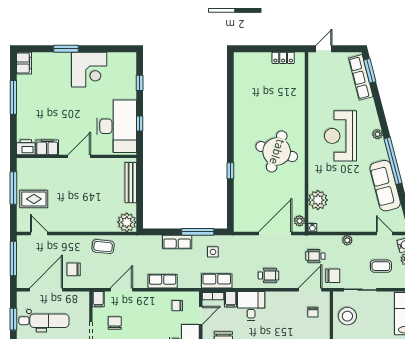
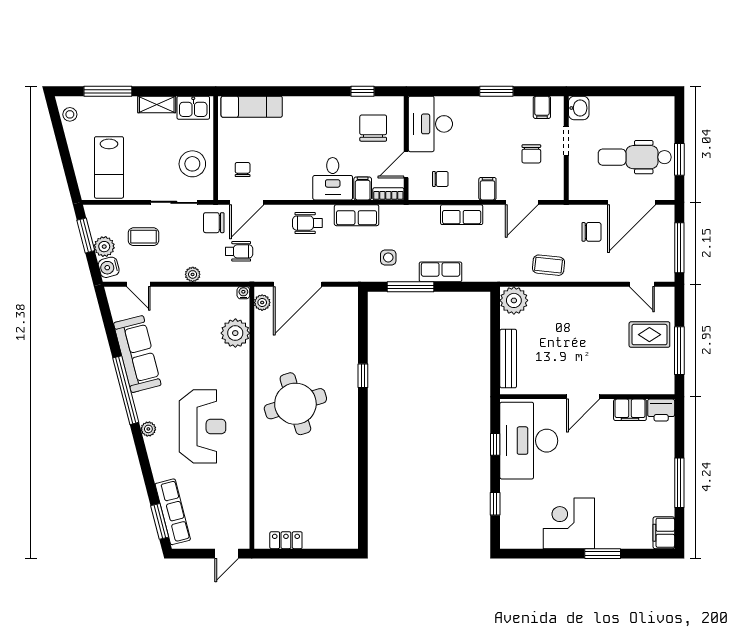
round table: (277, 152) -> (295, 404), turned -35
row of seats: (217, 281) -> (357, 215), moved
filing cabinet: (98, 299) -> (487, 189), moved

